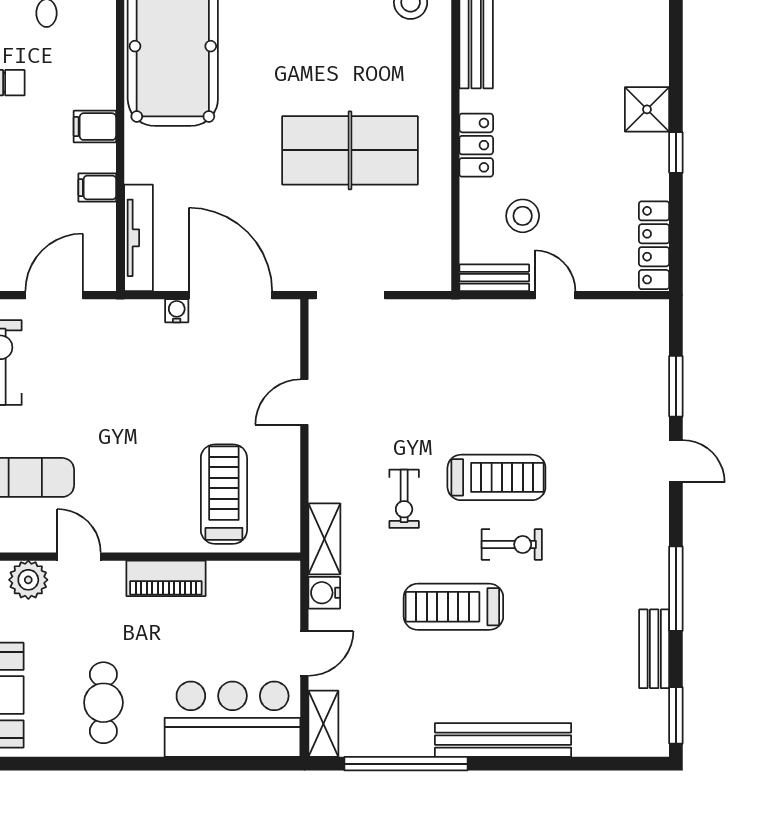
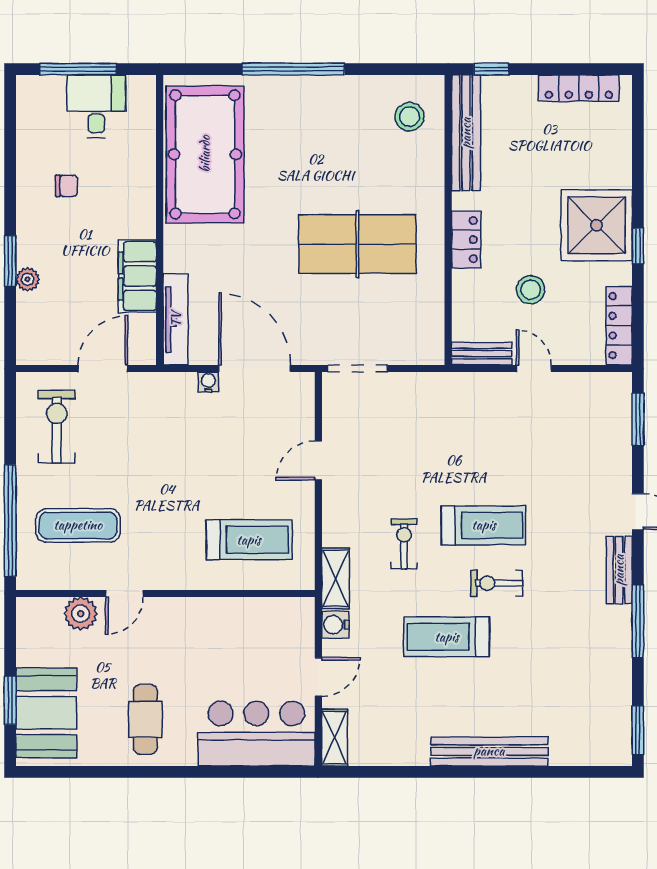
shower: (647, 109) -> (597, 225), width x1.86, depth x1.86
filing cabinet: (95, 127) -> (138, 224), removed
filing cabinet: (97, 188) -> (137, 276), width x3.00, depth x1.17
stool: (523, 216) -> (531, 290), moved
window: (676, 386) -> (638, 419), moved
treadmill: (224, 494) -> (249, 540), turned 90
exercise bike: (404, 499) -> (404, 544), turned 180
exercise bike: (512, 544) -> (497, 583), turned 180
door: (79, 557) -> (124, 594), swing flipped
piano: (166, 578) -> (199, 612), removed
bench: (654, 649) -> (619, 570), moved
window: (406, 764) -> (406, 772), removed

